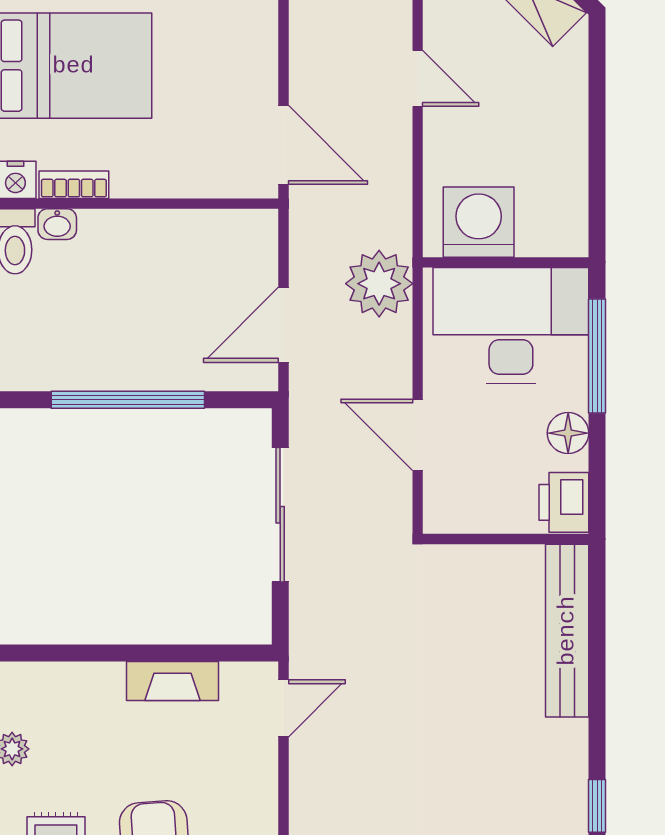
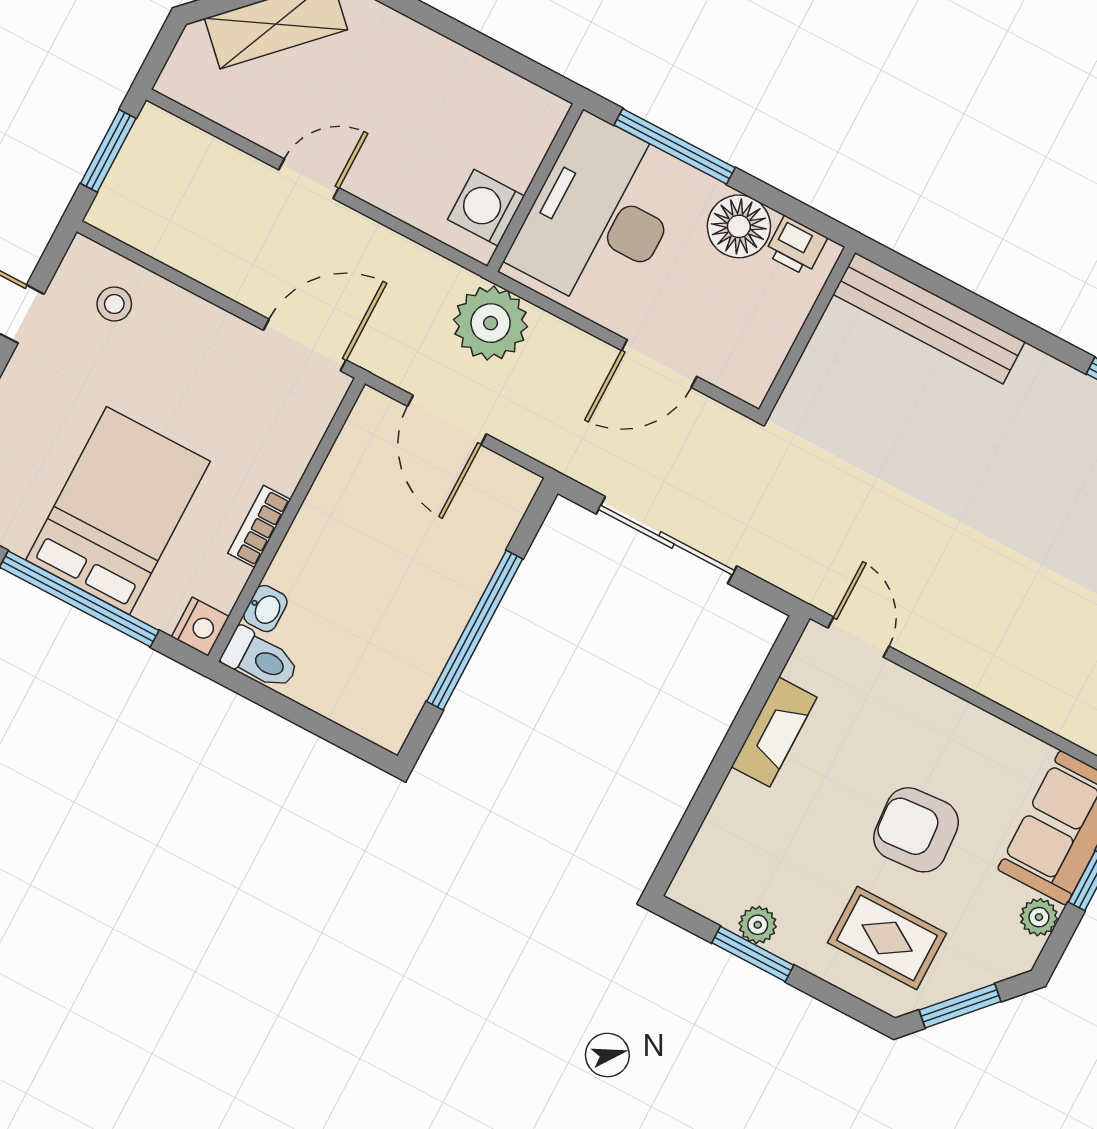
bookcase: (74, 185) -> (259, 526), moved
washing machine: (479, 222) -> (486, 208), width x0.73, depth x0.73
door: (284, 325) -> (447, 420), moved
floor lamp: (568, 433) -> (739, 226), width x1.38, depth x1.38
printer: (564, 502) -> (796, 246), width x0.73, depth x0.81

